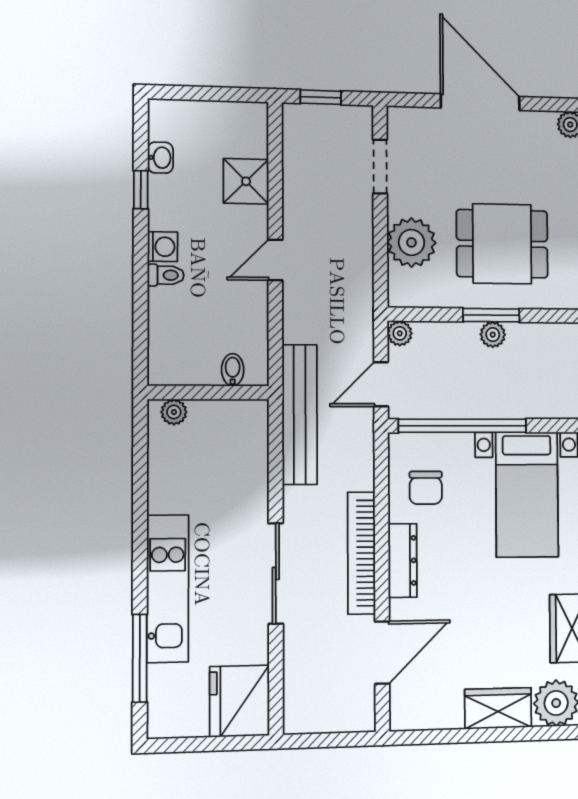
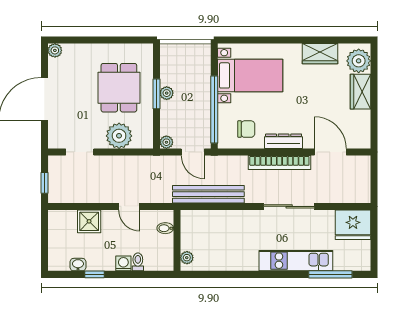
bidet: (233, 370) -> (165, 228), moved
wall: (208, 393) -> (177, 240), moved
plant: (174, 412) -> (187, 258), moved

